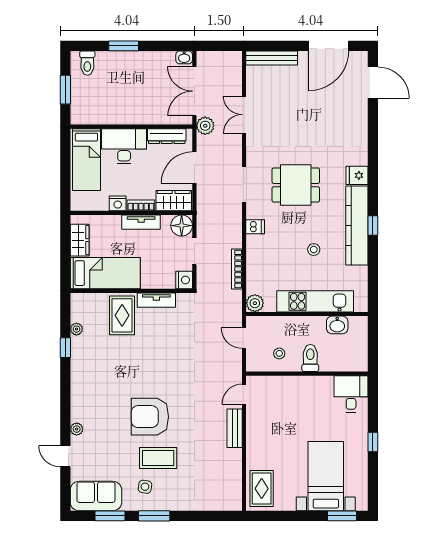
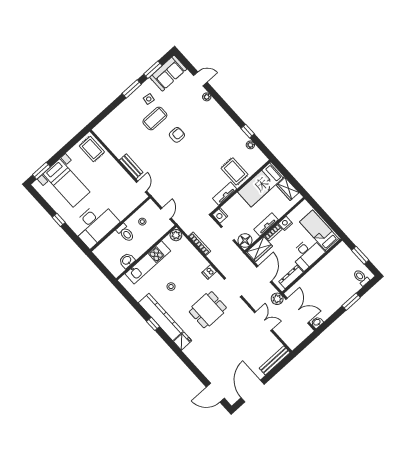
door: (244, 338) -> (166, 214), hinge flipped
desk: (351, 394) -> (95, 224), width x1.87, depth x1.30
armchair: (150, 417) -> (177, 135), width x0.53, depth x0.53

